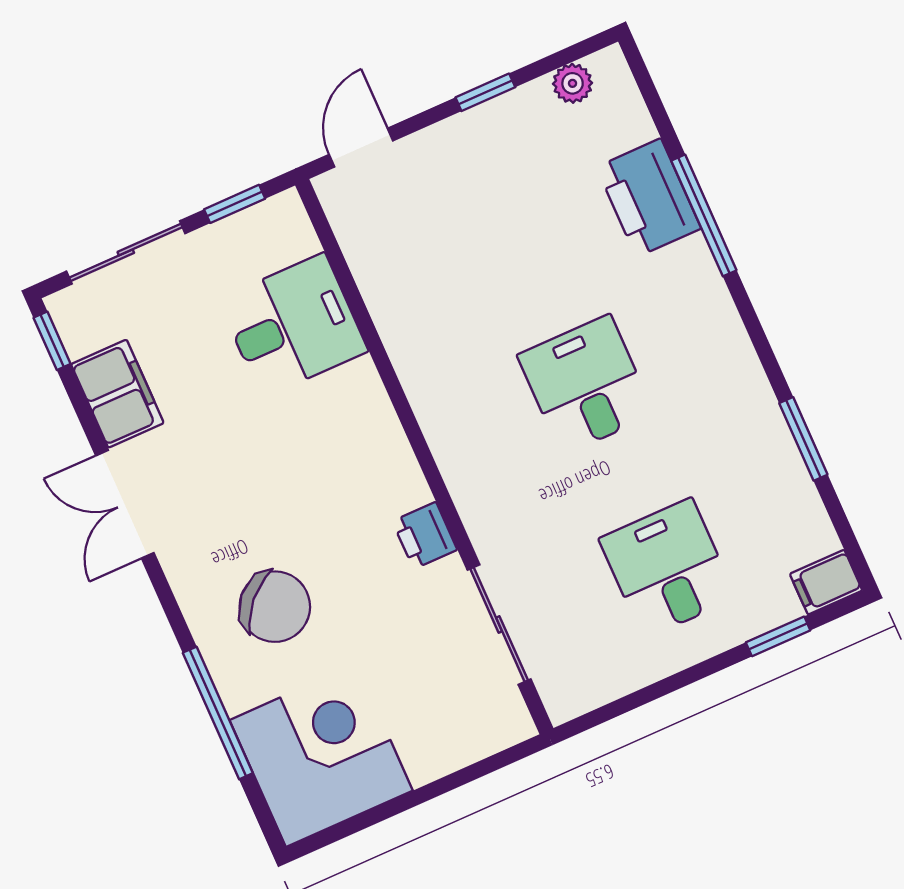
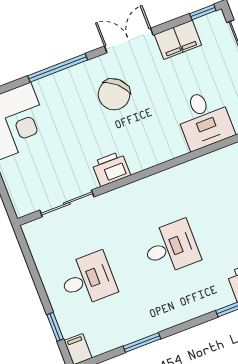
printer: (425, 535) -> (111, 169), width x1.36, depth x1.24
chair: (275, 607) -> (114, 94), moved
window: (218, 713) -> (58, 68), moved

